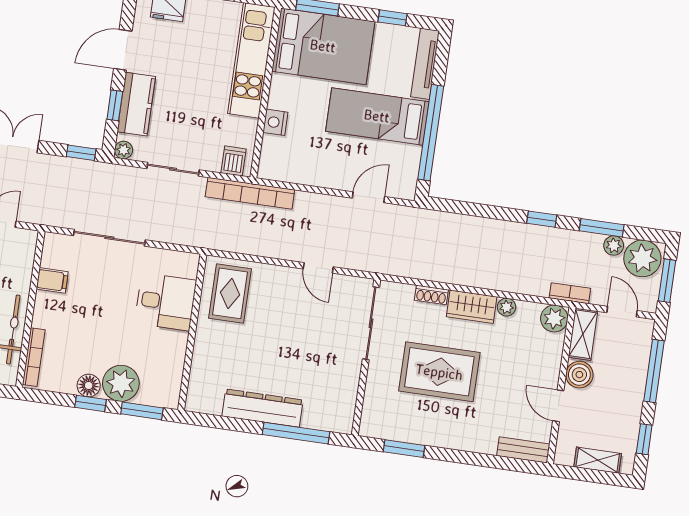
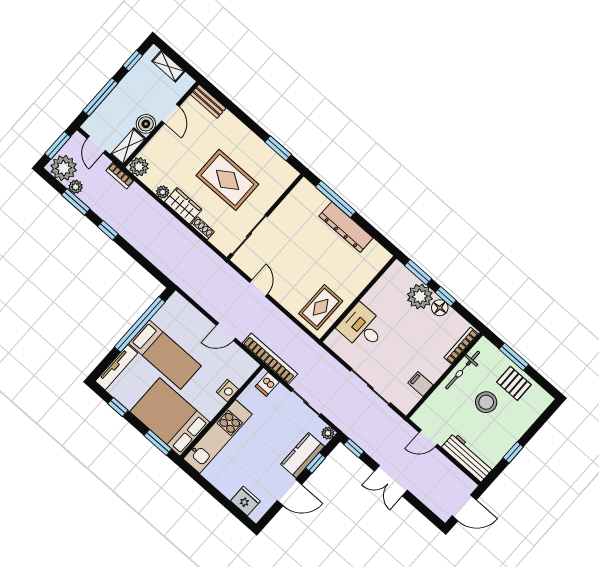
door: (369, 197) -> (226, 332), moved

